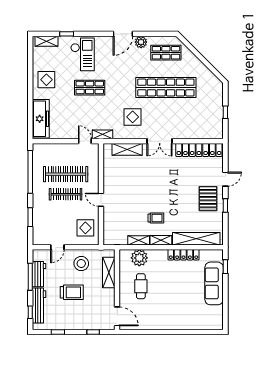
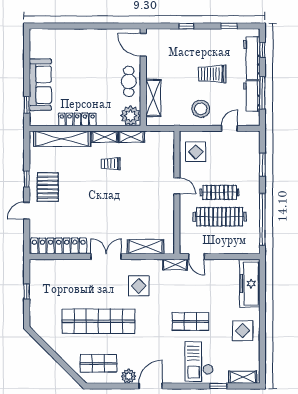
shelving: (109, 272) -> (153, 98), moved
wall: (117, 290) -> (143, 77), moved
door: (117, 316) -> (143, 45), moved

